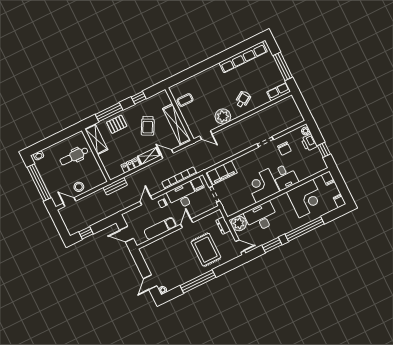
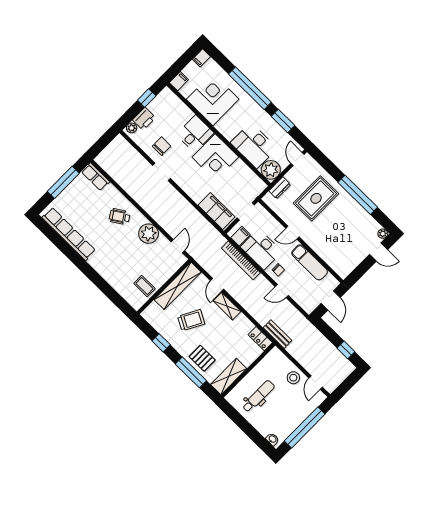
dental chair: (74, 156) -> (258, 396), turned -90
locker: (131, 165) -> (260, 339), moved

